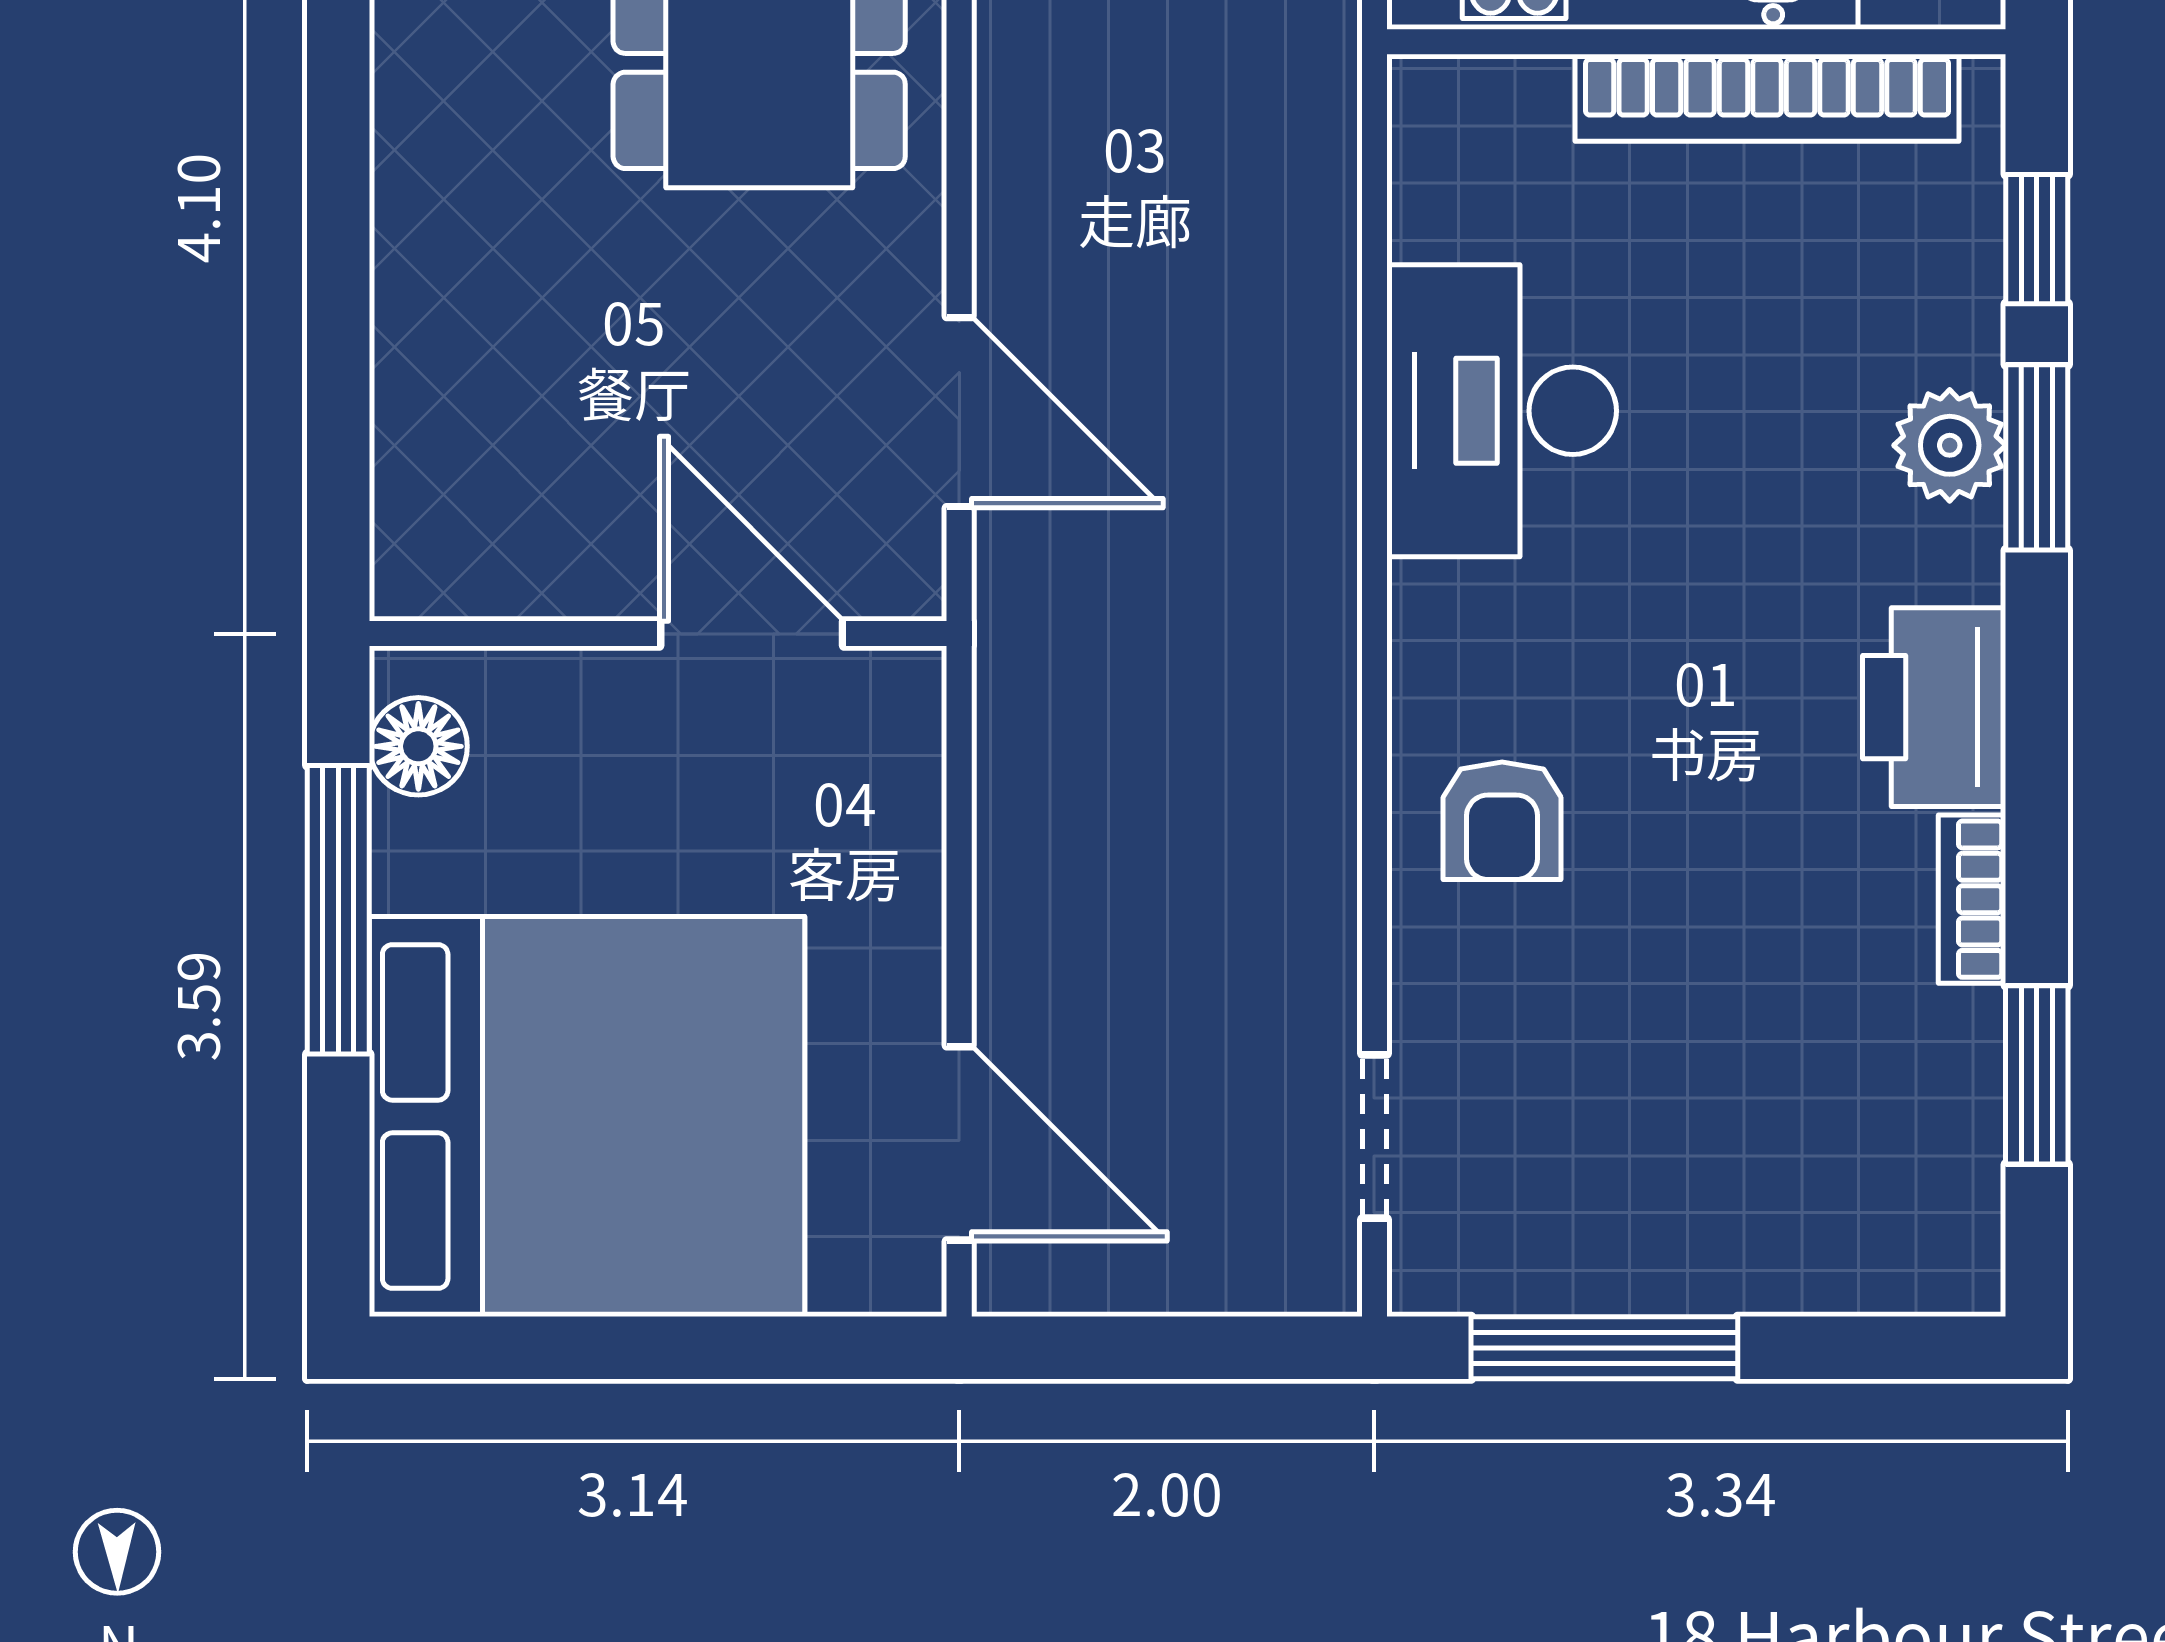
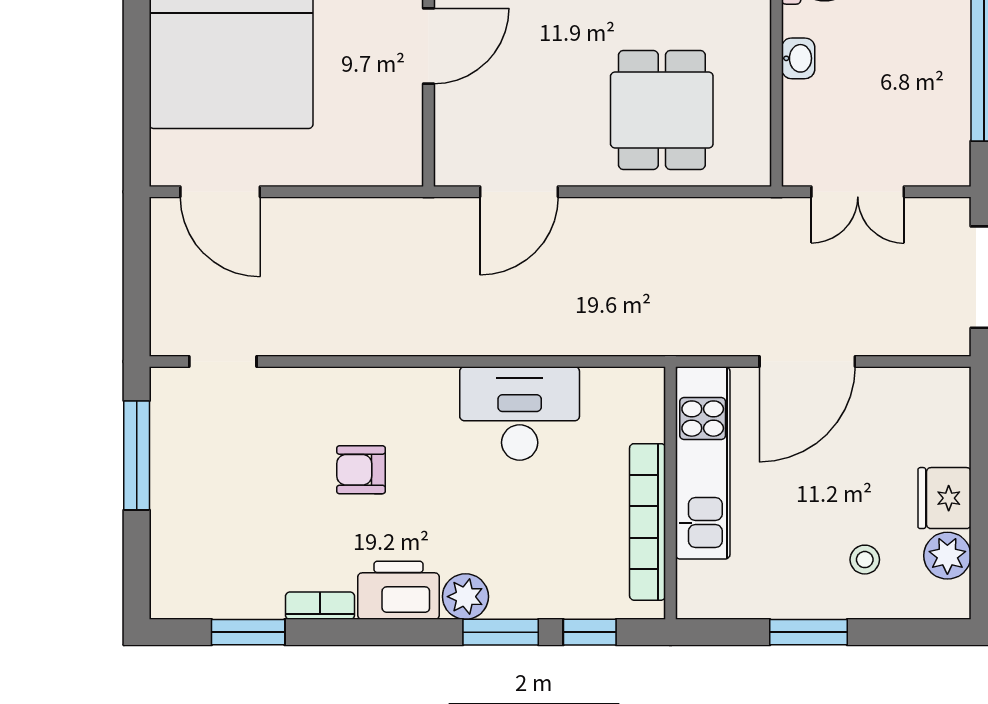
plant: (1950, 445) -> (465, 597), moved
door: (752, 634) -> (429, 46), moved
armchair: (1502, 821) -> (361, 470), moved
door: (959, 1143) -> (220, 192), hinge flipped

